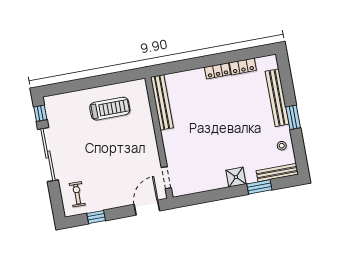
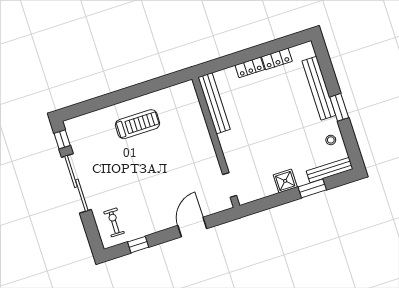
bench: (162, 102) -> (214, 103), moved
wall: (159, 138) -> (216, 142), moved
doorway: (166, 178) -> (230, 185), moved

